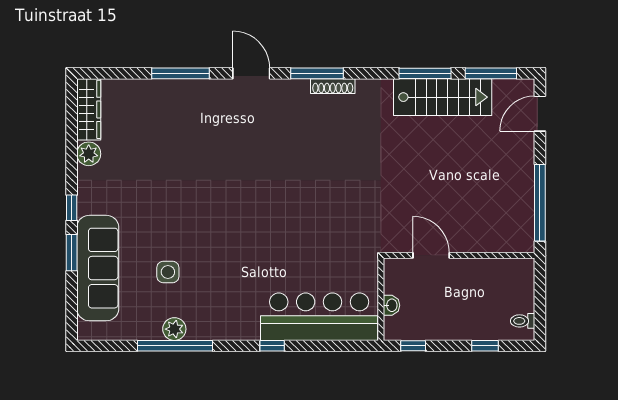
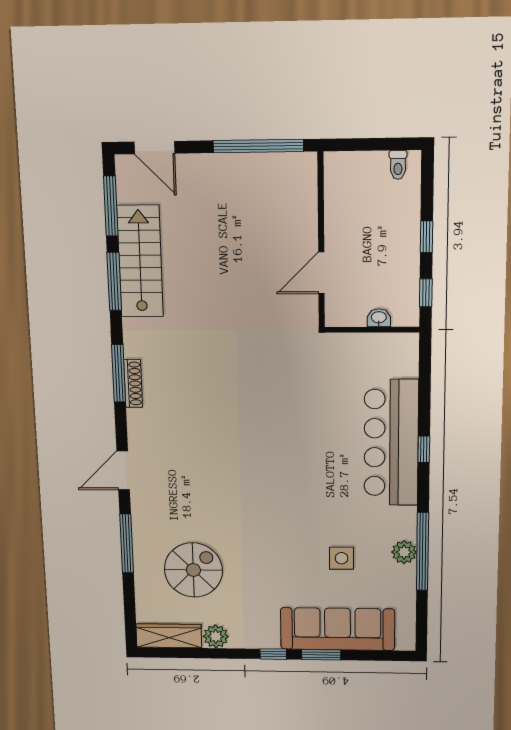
window: (317, 73) -> (119, 373), moved
spiral stairs: (155, 135) -> (193, 570), added
bar counter: (319, 317) -> (391, 443), moved
window: (485, 346) -> (427, 237), moved

